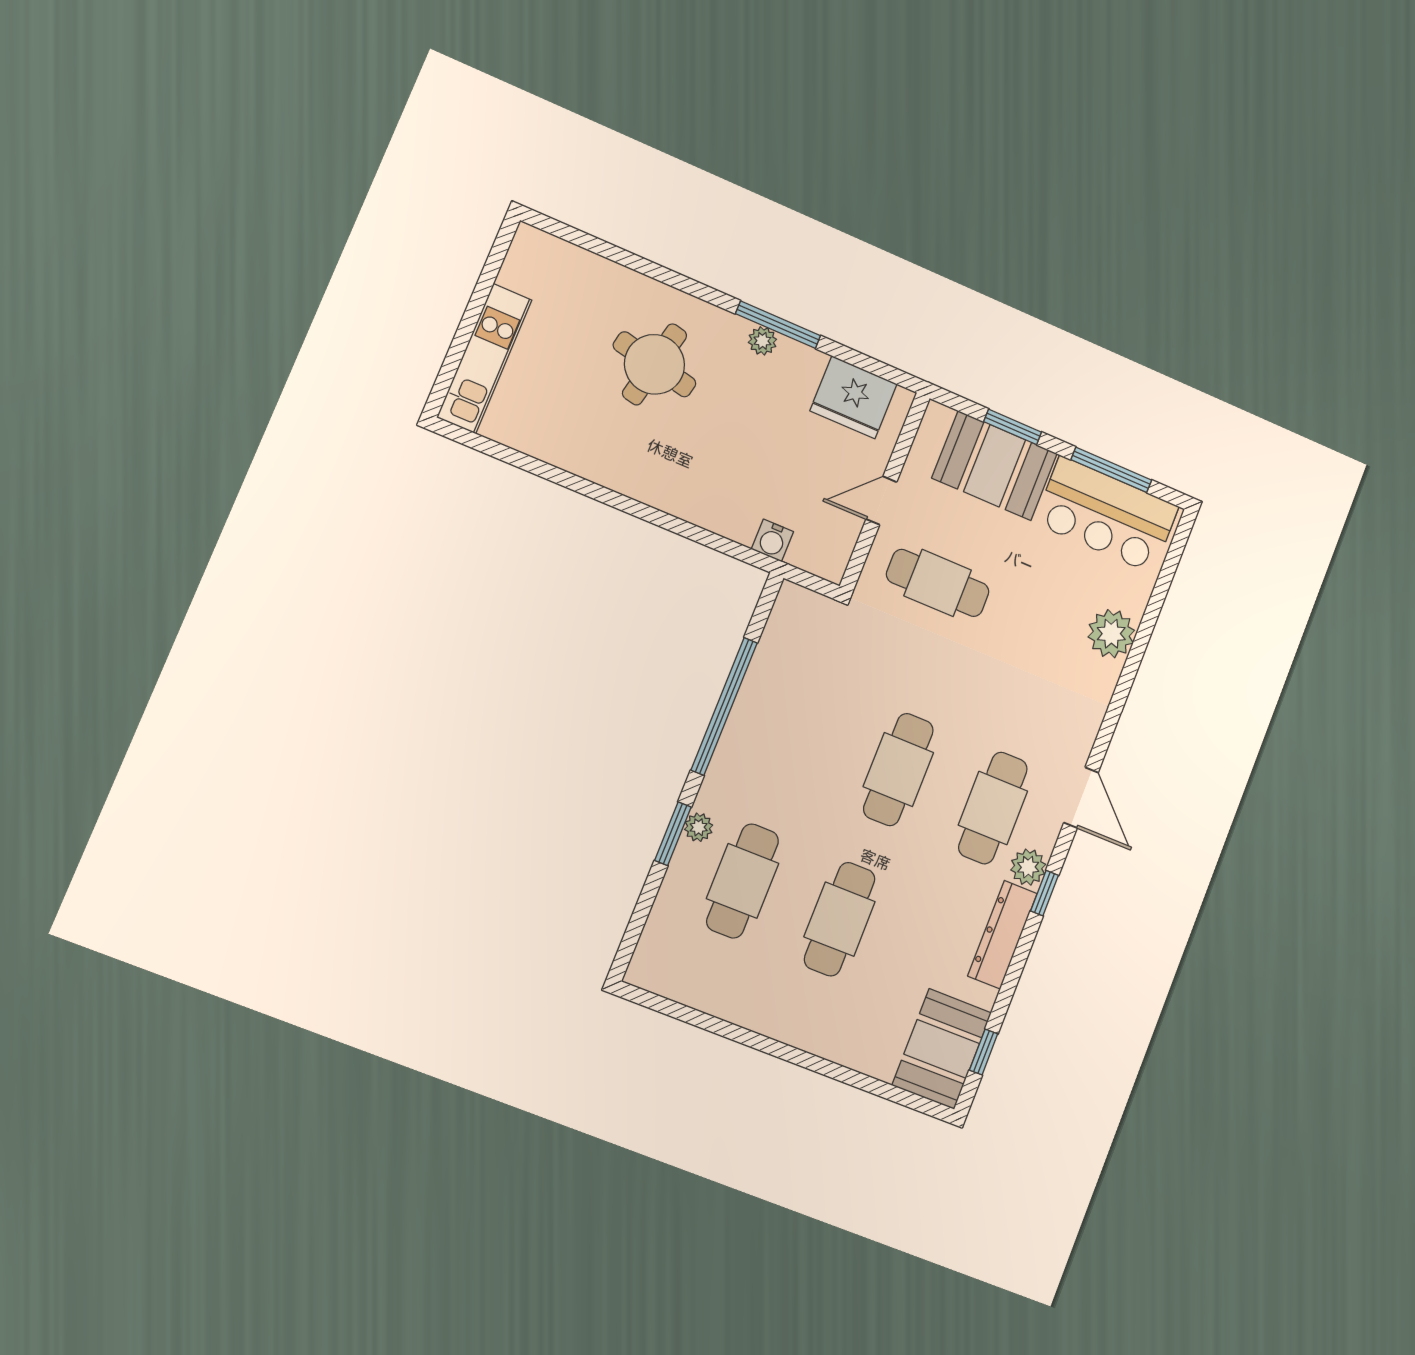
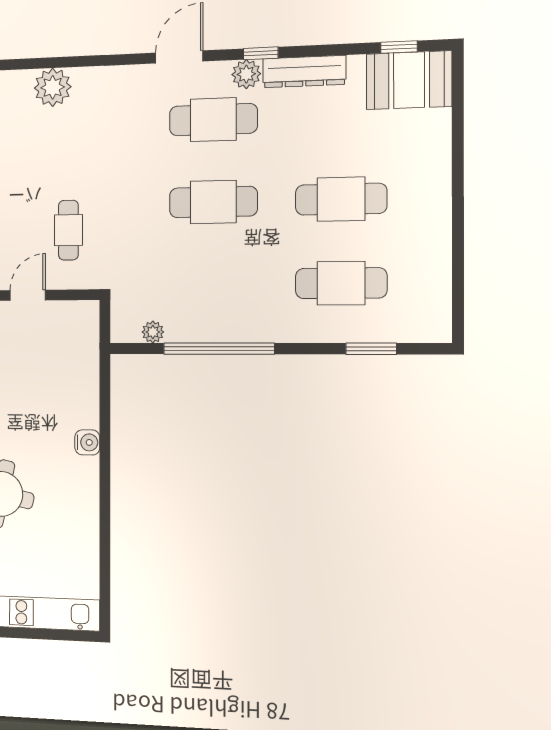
door: (881, 501) -> (28, 295), swing flipped
water cooler: (772, 540) -> (87, 442), moved
cafe table: (938, 583) -> (68, 230), width x0.73, depth x0.74
plant: (699, 827) -> (153, 332), moved
window: (673, 834) -> (371, 349), moved

